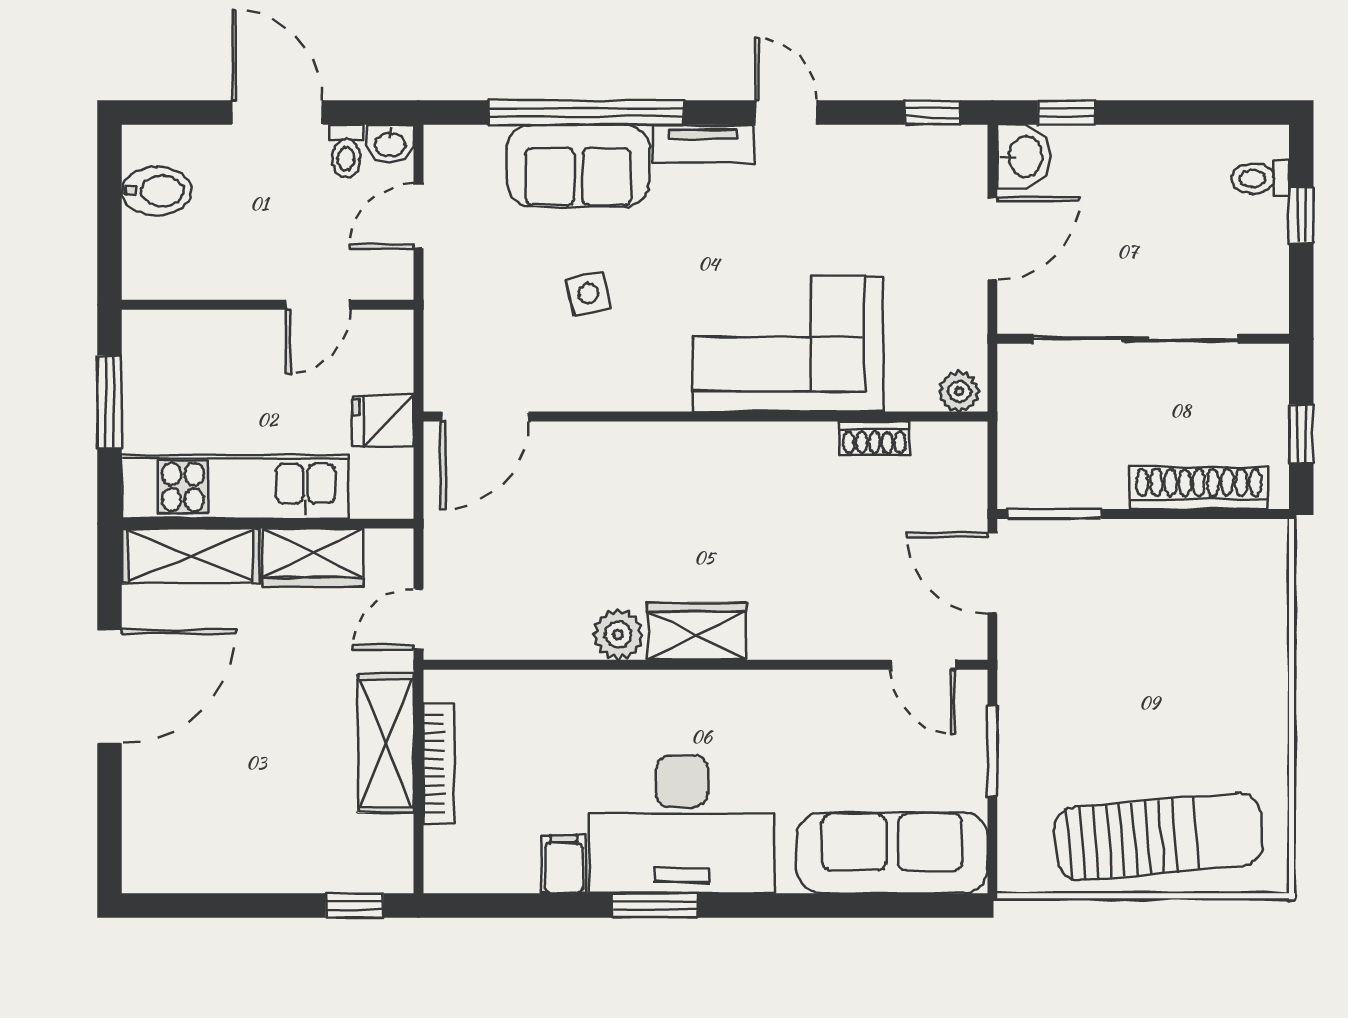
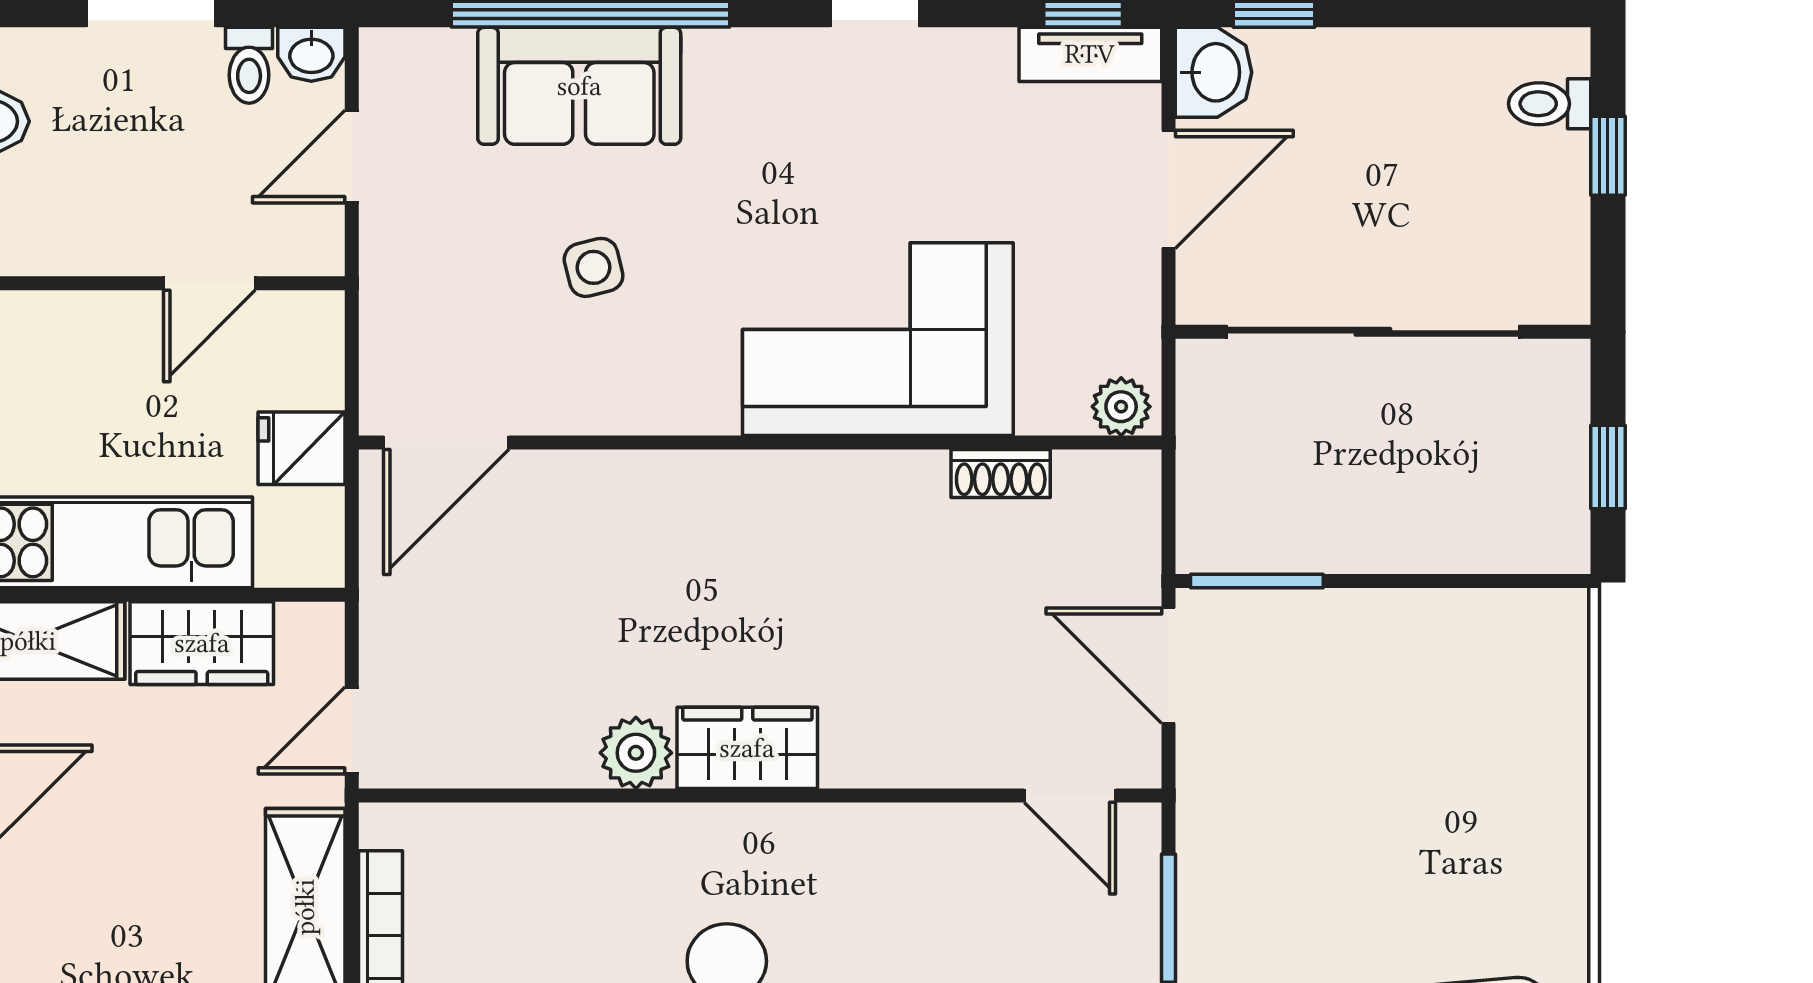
tv unit: (703, 144) -> (1090, 54), moved
shoe rack: (1199, 488) -> (1462, 544), removed

